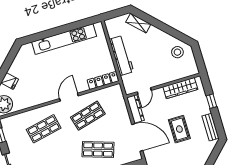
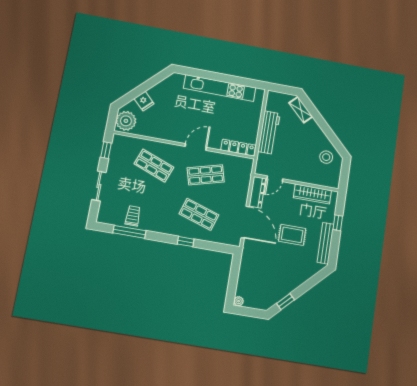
bench: (211, 127) -> (325, 243), width x1.36
shop shelf: (44, 129) -> (154, 166), turned 33
rug: (179, 129) -> (292, 235), turned 90

